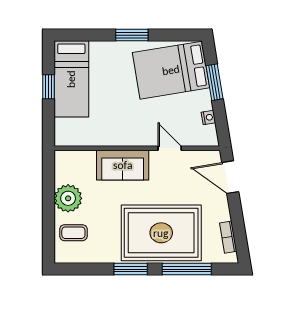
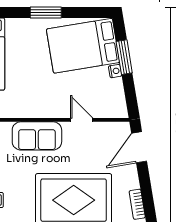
nightstand: (208, 117) -> (115, 71), moved
door: (230, 177) -> (139, 147), hinge flipped

